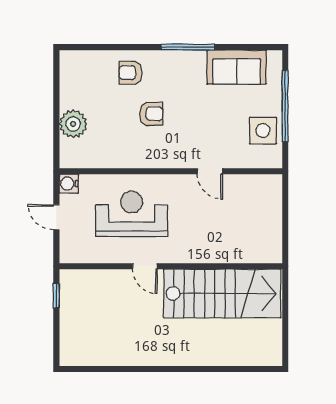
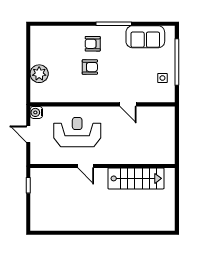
armchair: (131, 73) -> (93, 44), moved
side table: (263, 131) -> (162, 78), width x0.54, depth x0.54
stairs: (222, 293) -> (136, 178), width x0.73, depth x0.66

